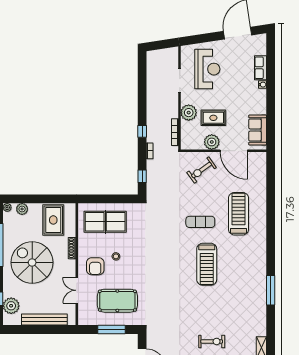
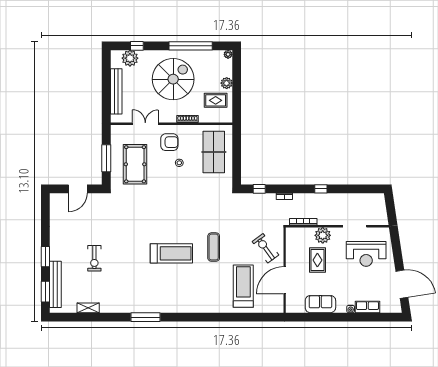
sofa: (258, 130) -> (320, 304), moved
window: (142, 131) -> (321, 189), moved
plant: (212, 142) -> (293, 258), removed
plant: (22, 209) -> (227, 83), moved
treadmill: (239, 214) -> (243, 286), moved, turned -90
rug: (53, 220) -> (216, 100), width x0.73, depth x0.70
treadmill: (207, 264) -> (171, 253), turned 180
armchair: (95, 266) -> (169, 142), turned 180

